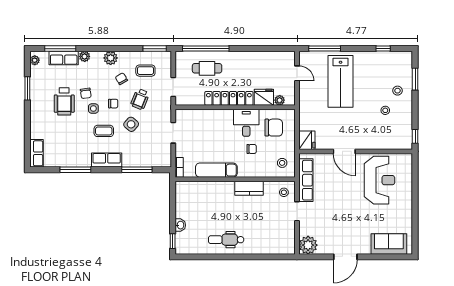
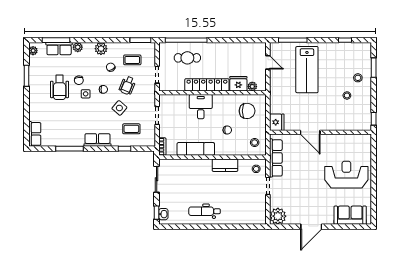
desk: (246, 123) -> (201, 107), moved
coffee table: (104, 131) -> (131, 129), moved
window: (137, 170) -> (125, 149), width x0.46
reception desk: (380, 180) -> (346, 175), moved, turned -90
sliding door: (173, 204) -> (157, 179), added
washbasin: (180, 225) -> (163, 214), moved

